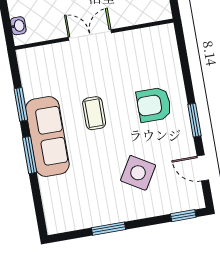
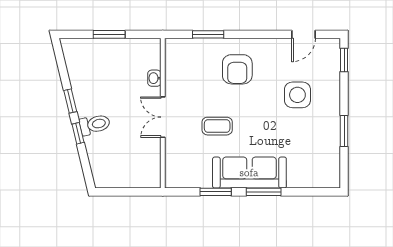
washbasin: (18, 26) -> (154, 78), moved, turned -90
coffee table: (94, 113) -> (217, 126), moved
window: (194, 120) -> (208, 34), moved
side table: (138, 173) -> (297, 95), turned -31

